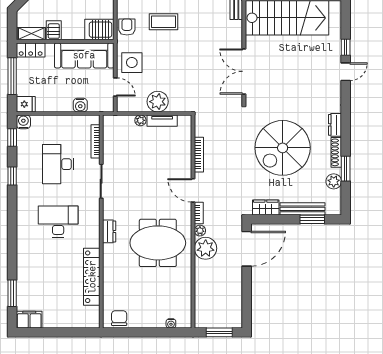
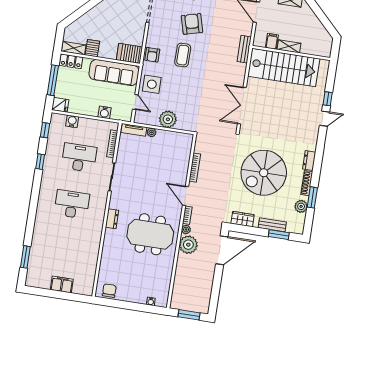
coffee table: (164, 22) -> (183, 55), turned 90
armchair: (127, 27) -> (152, 55), turned 180
tv unit: (162, 121) -> (134, 130), moved
water cooler: (23, 122) -> (72, 121), moved
desk: (58, 164) -> (79, 158), turned 90
bench: (303, 209) -> (272, 225), width x0.73
locker: (92, 277) -> (92, 253), removed
filing cabinet: (29, 320) -> (62, 285), moved

